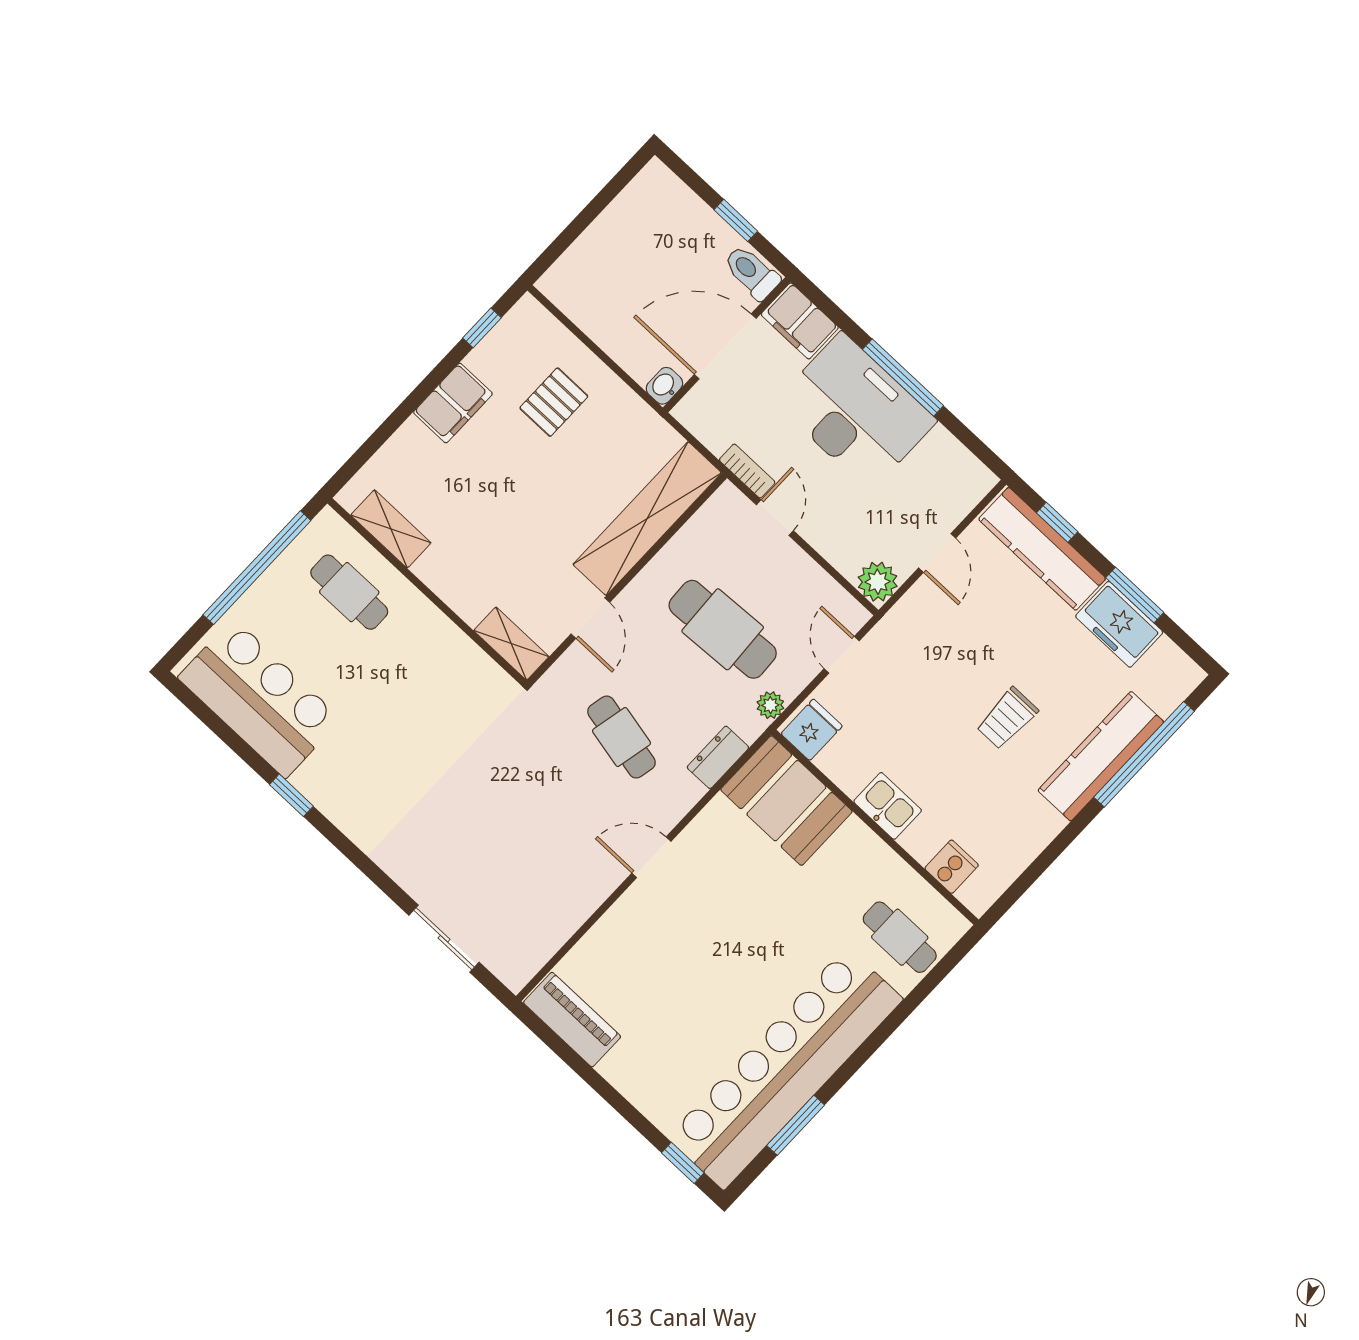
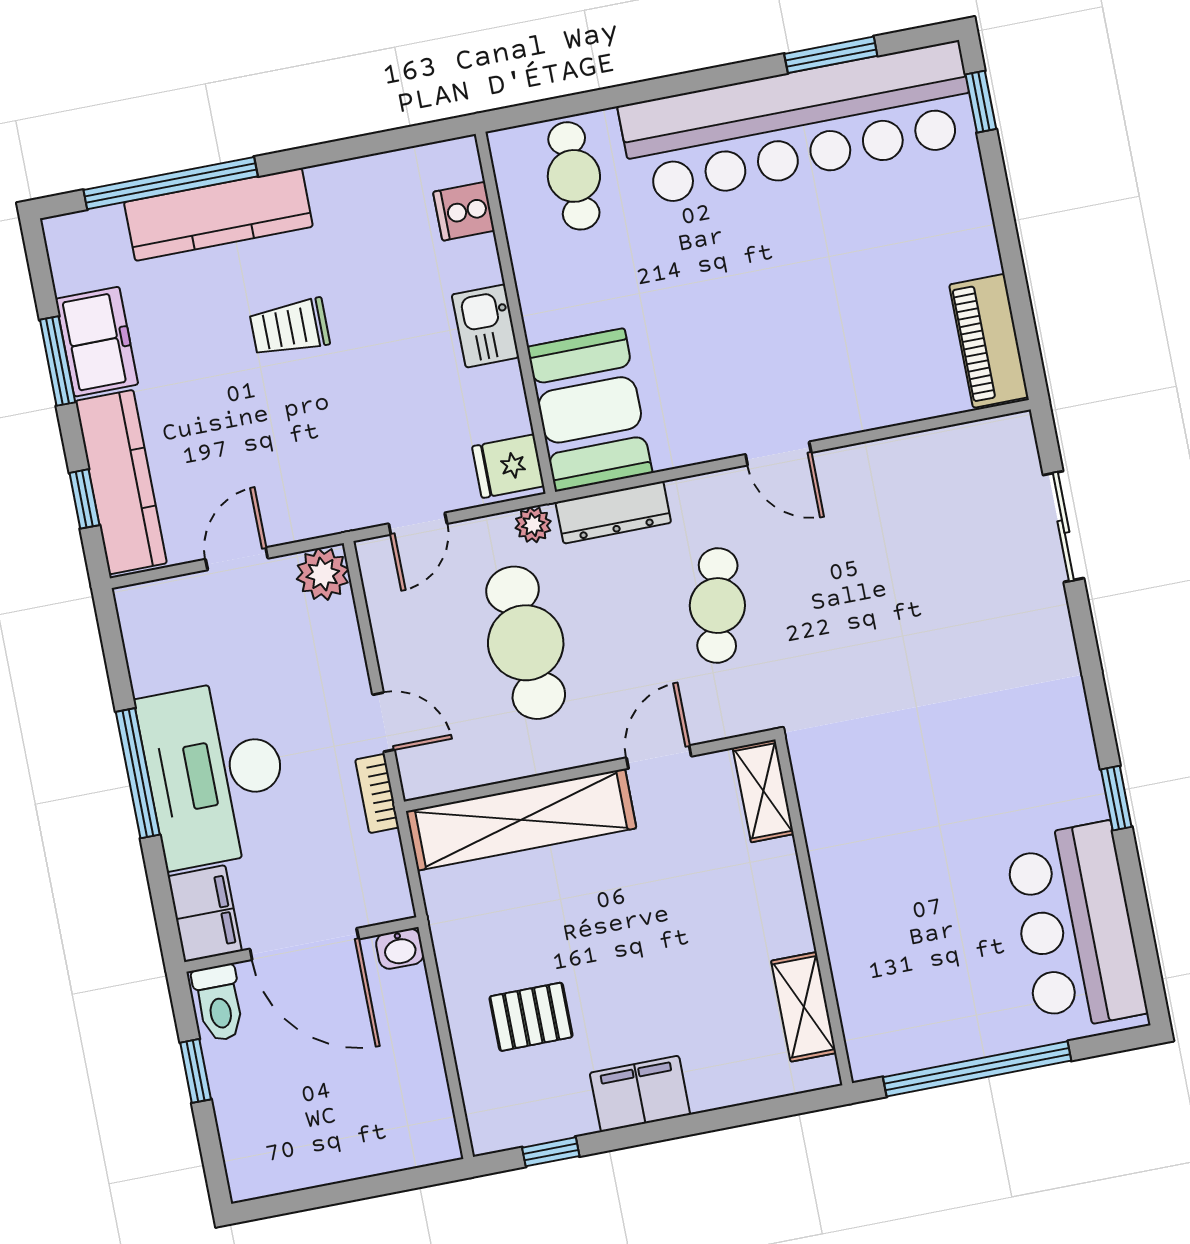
door: (775, 518) -> (384, 722), swing flipped
cafe table: (349, 592) -> (897, 971), removed
trolley: (1007, 718) -> (290, 327), turned 180
dresser: (718, 757) -> (613, 512), width x1.44

